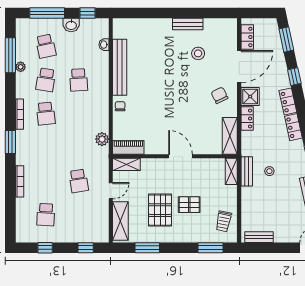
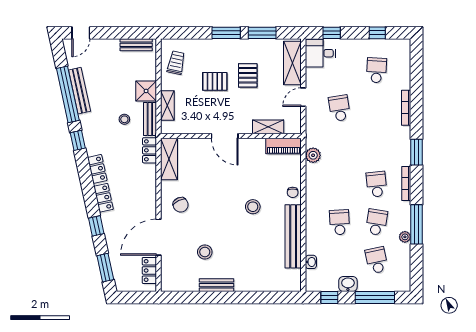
window: (10, 55) -> (417, 224), moved
stool: (155, 94) -> (253, 207), added
shower: (250, 96) -> (146, 91), moved
locker: (247, 119) -> (150, 150), moved
shelving: (126, 164) -> (268, 127), moved
shelving: (231, 171) -> (167, 105), moved
pallet: (160, 210) -> (248, 75), width x0.67, depth x0.71
desk: (96, 230) -> (320, 53), added
window: (210, 248) -> (226, 33), moved

